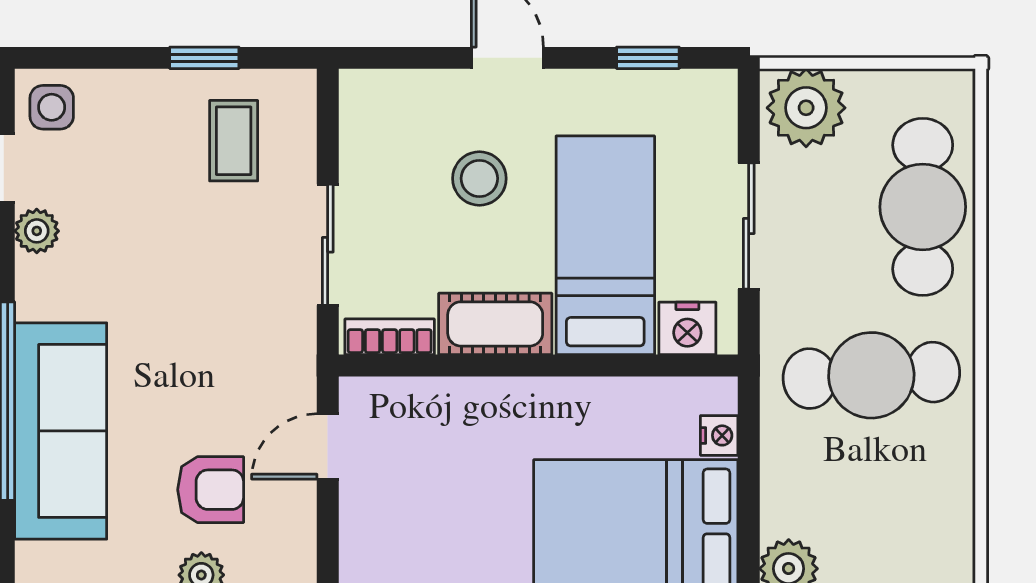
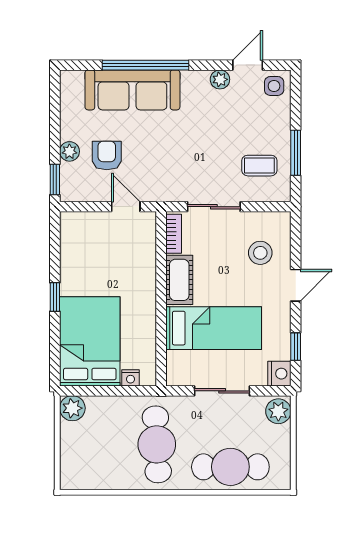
window: (204, 58) -> (296, 153), width x1.50
plant: (806, 108) -> (278, 411), width x0.73, depth x0.73
stool: (479, 178) -> (260, 253), moved
nightstand: (687, 328) -> (279, 374), moved, turned 180
armchair: (211, 490) -> (107, 155), turned 180

